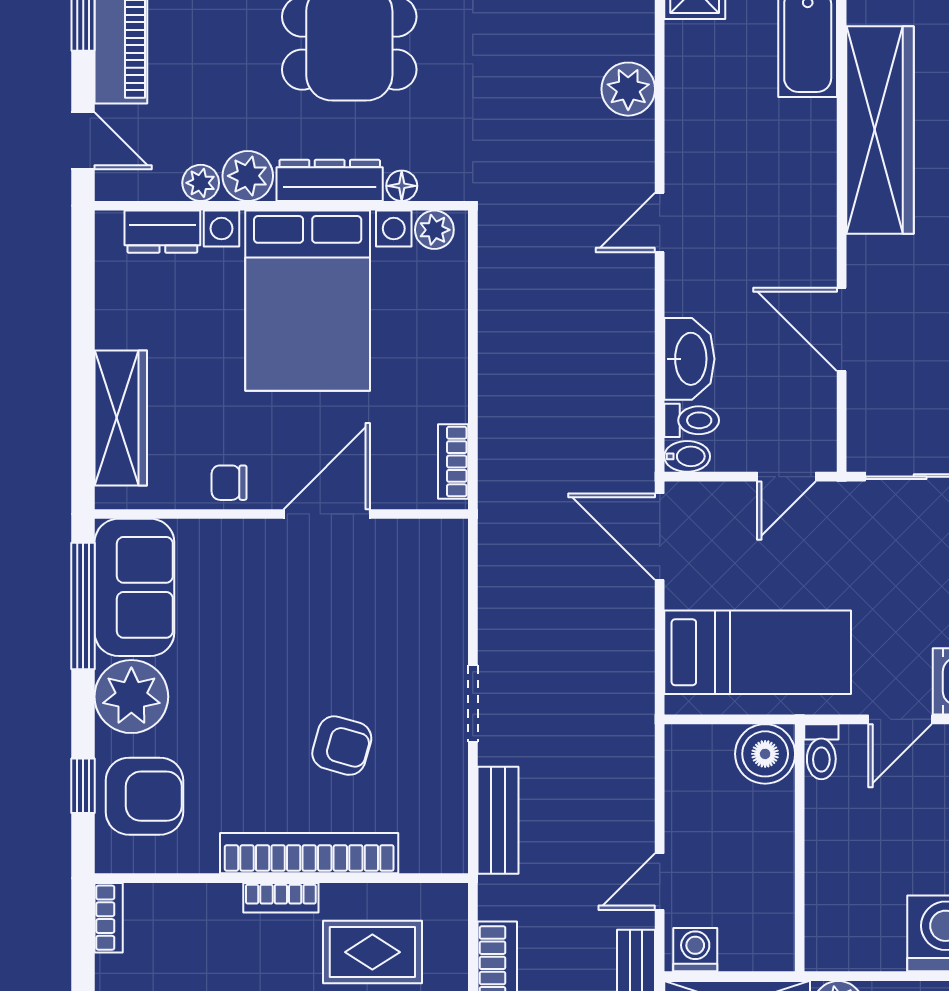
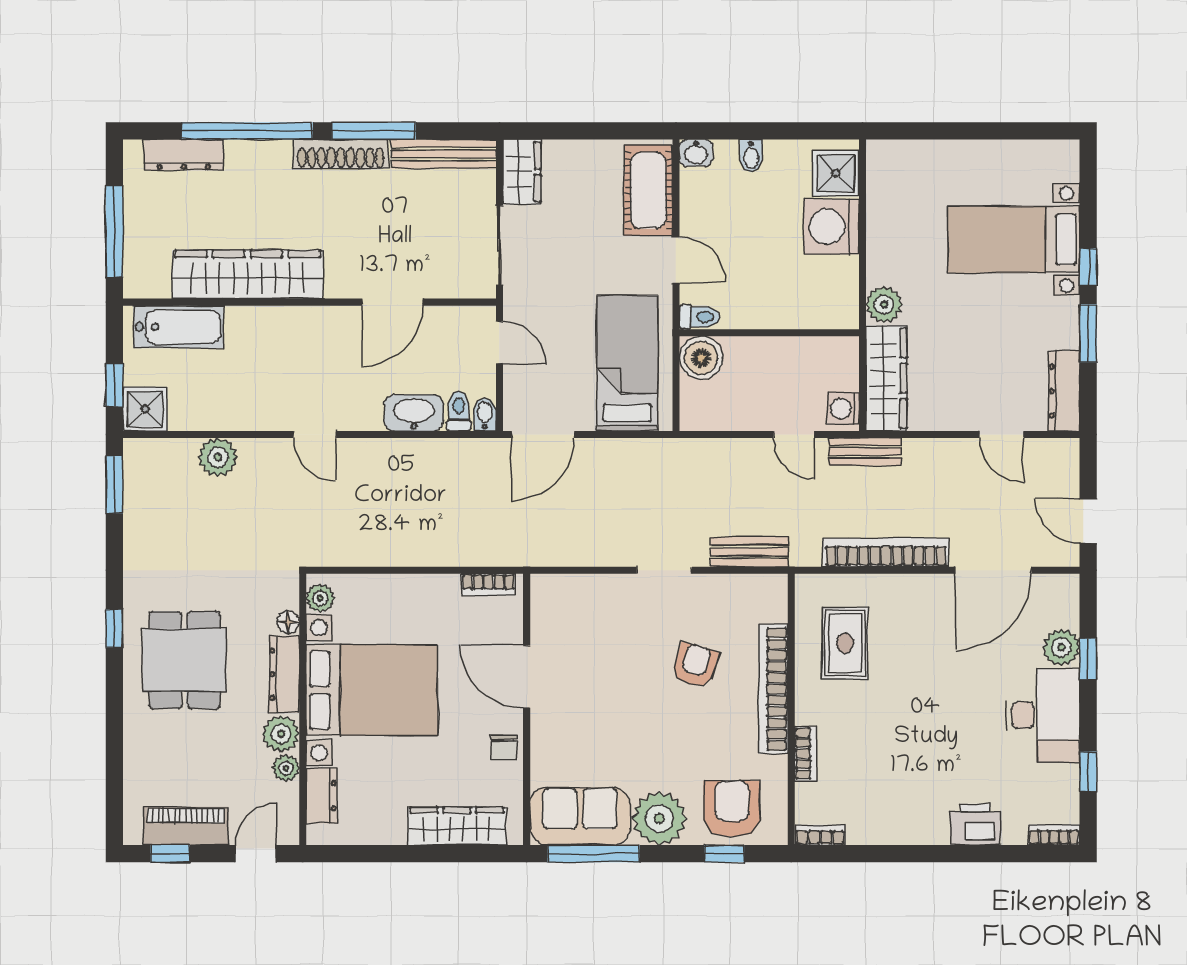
bookcase: (281, 898) -> (806, 753), moved

